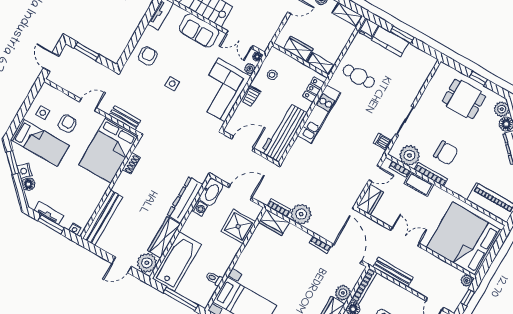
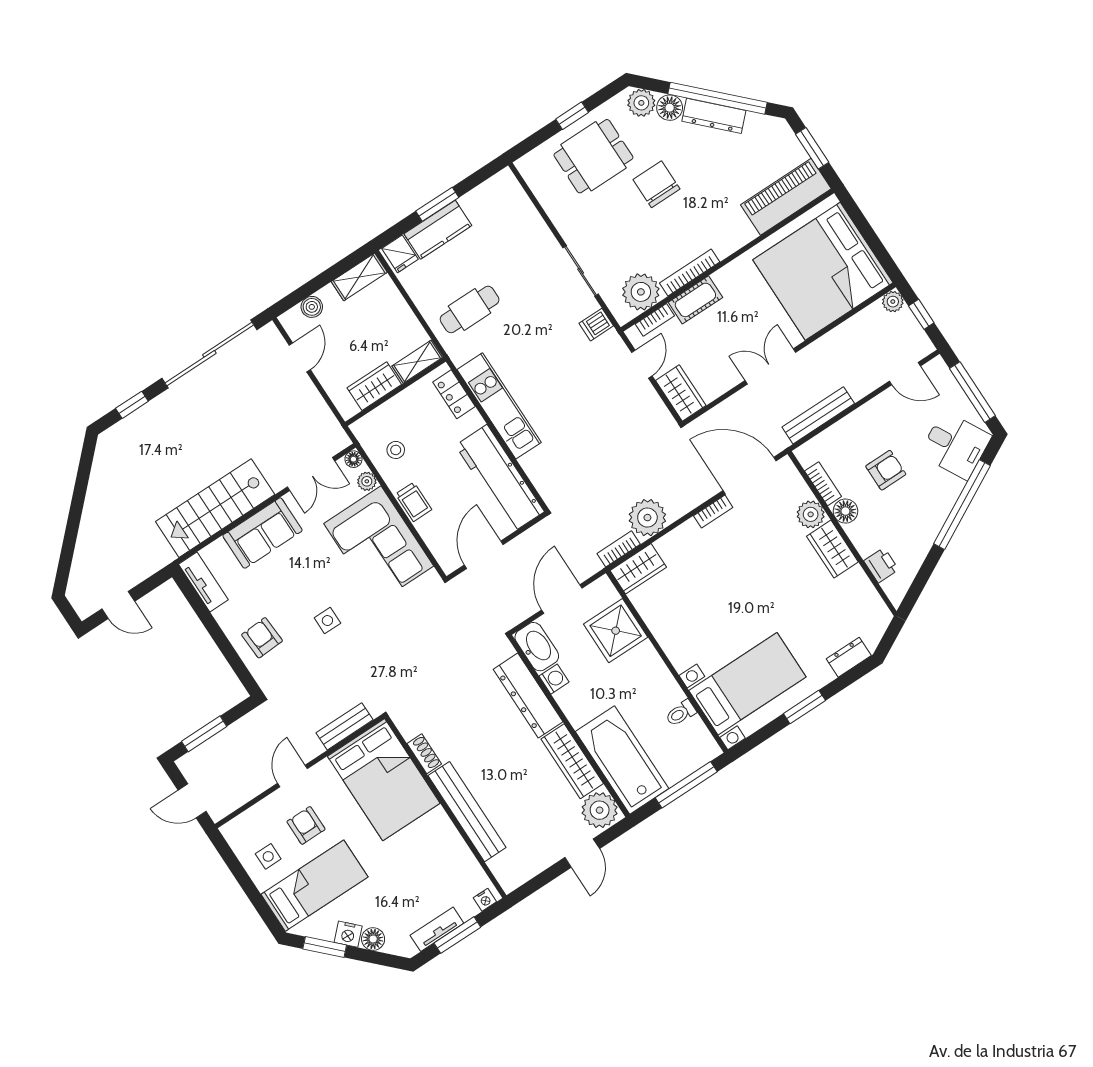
chair: (446, 153) -> (657, 184), moved, turned -90
bench: (103, 218) -> (467, 812), moved
bookcase: (364, 286) -> (823, 484), width x0.64

